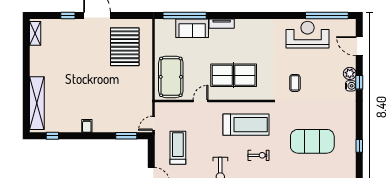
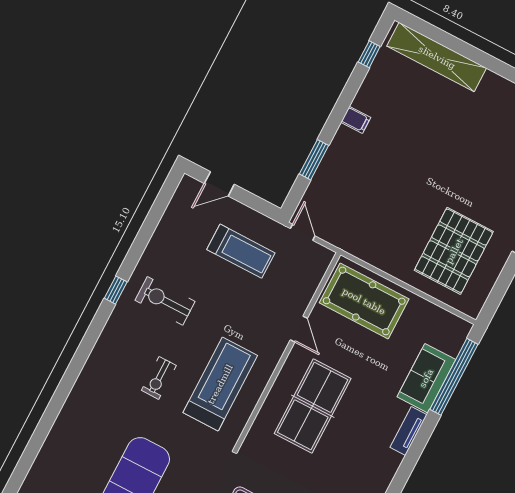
pallet: (125, 47) -> (454, 251), turned 90
treadmill: (246, 125) -> (220, 384), turned 180
window: (126, 136) -> (314, 160), moved

